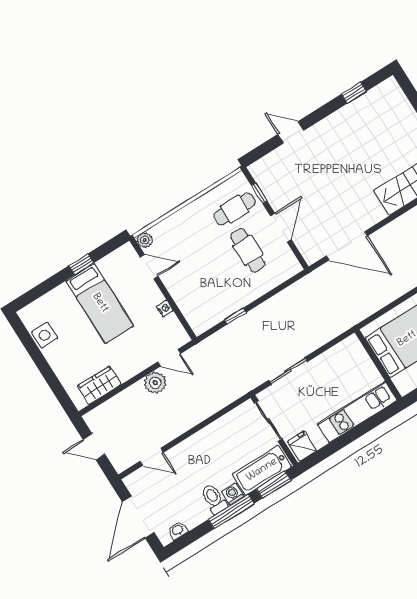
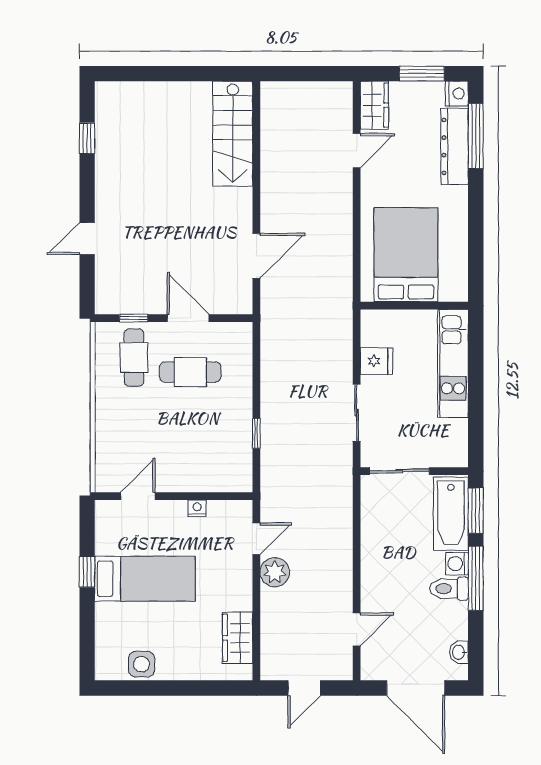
plant: (145, 240) -> (105, 482), removed
door: (347, 246) -> (256, 256), width x0.73
fridge: (302, 446) -> (376, 361), moved, turned 180

